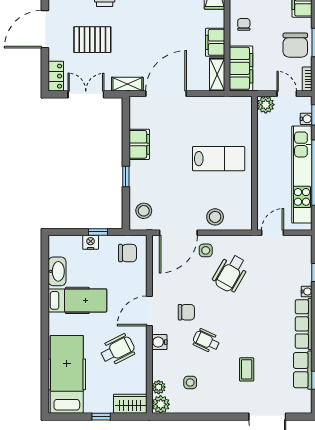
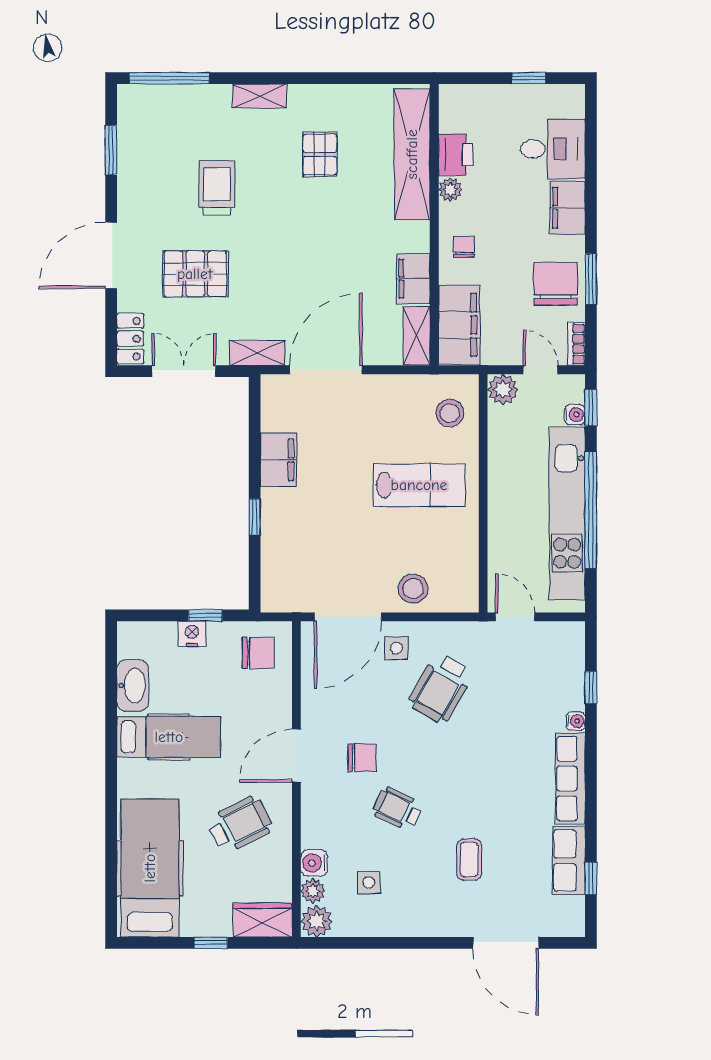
chair: (295, 45) -> (555, 284), turned 180
stool: (144, 211) -> (450, 413), moved
door: (273, 233) -> (515, 617), hinge flipped
water cooler: (159, 342) -> (314, 863), moved

